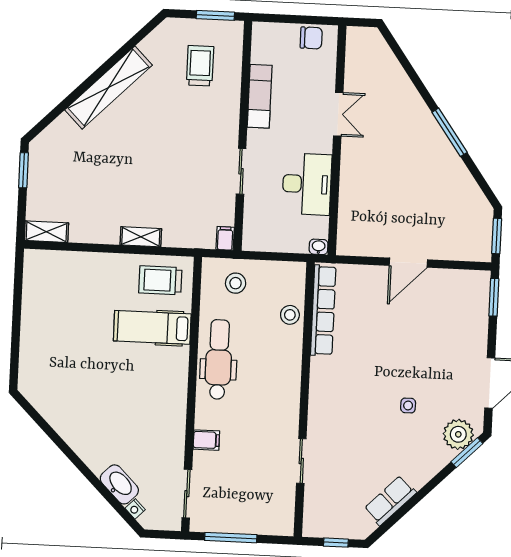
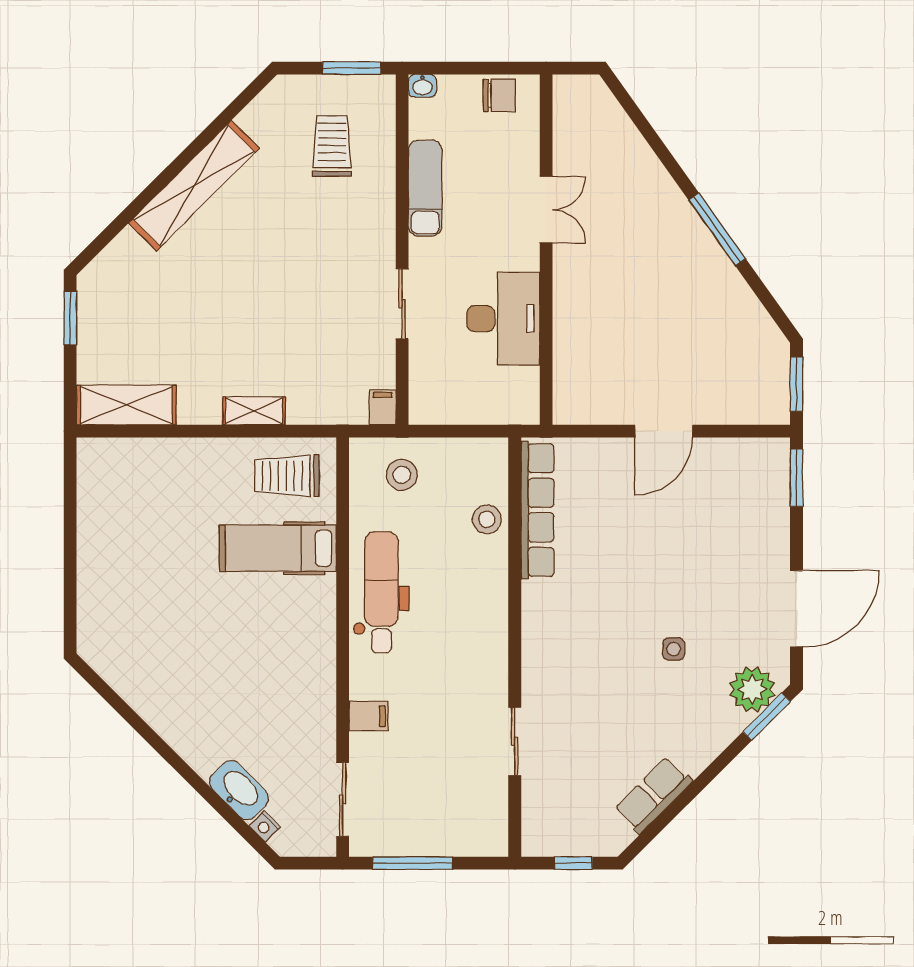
shelving: (46, 232) -> (126, 405), width x1.50, depth x1.33
washbasin: (319, 247) -> (422, 86), moved, turned 180

